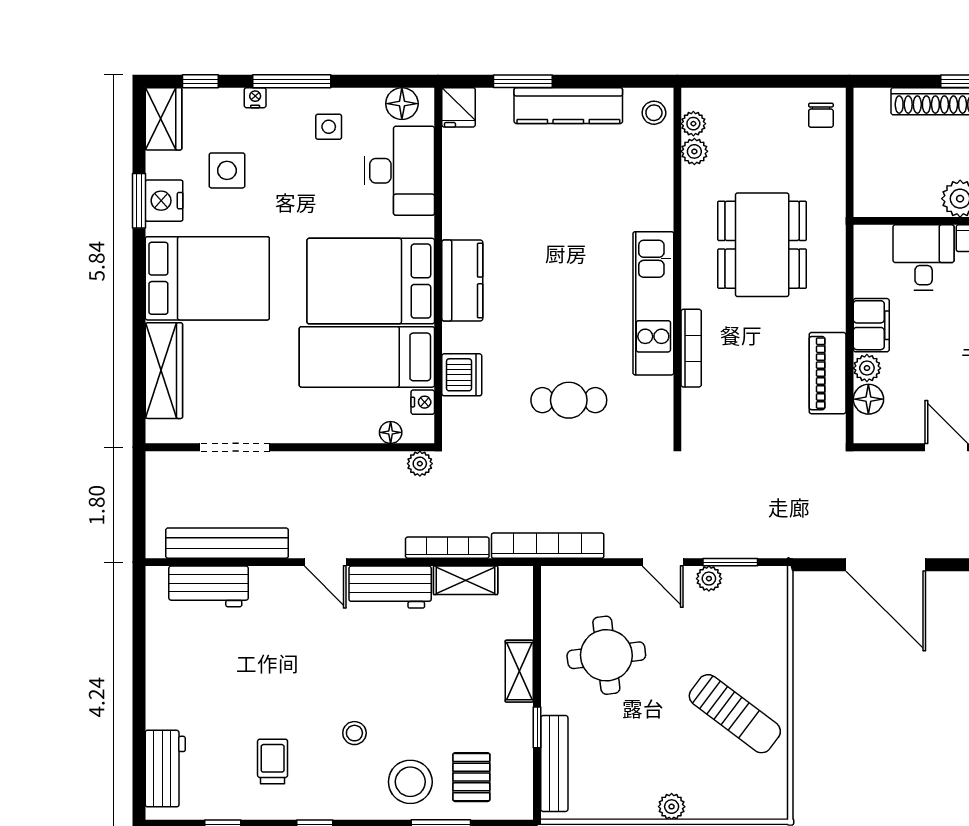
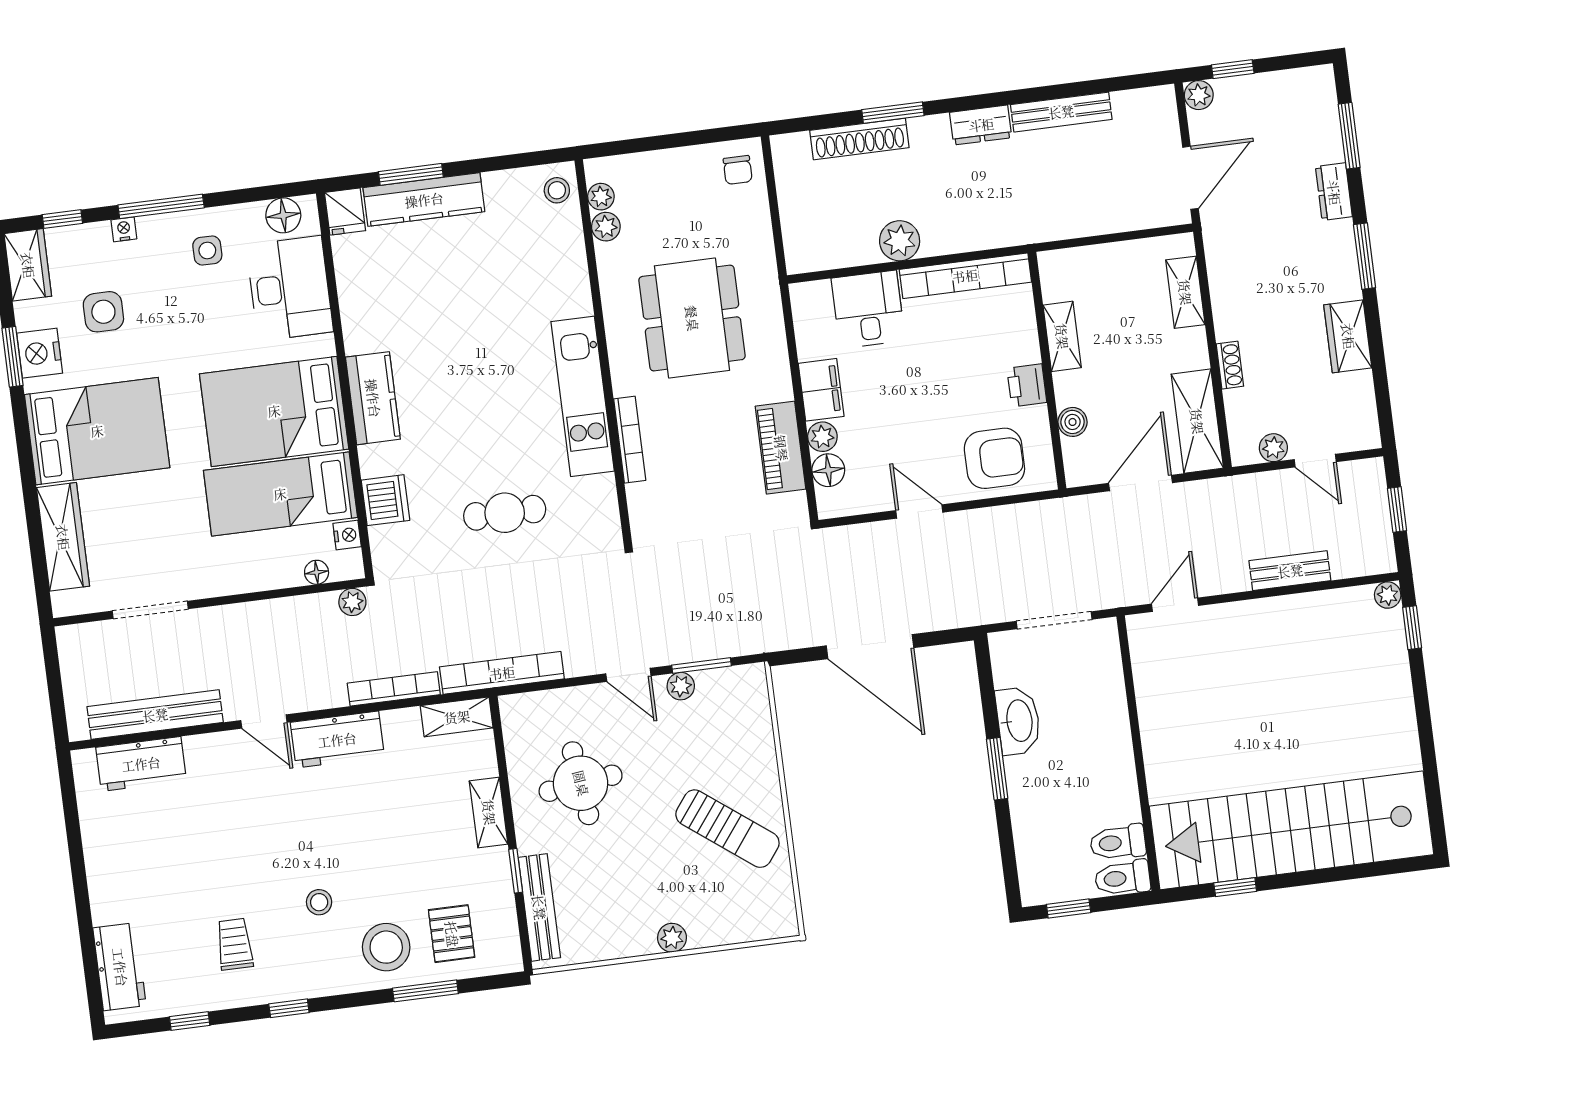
kitchen counter: (568, 106) -> (424, 200), moved
shelving: (466, 580) -> (457, 717), moved

